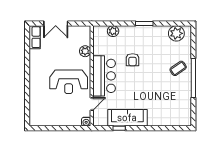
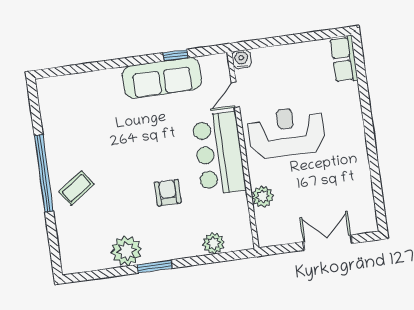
plant: (176, 33) -> (126, 251), moved
row of seats: (35, 37) -> (344, 59), moved

